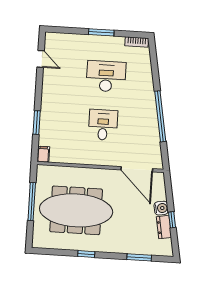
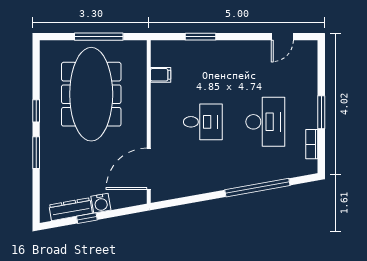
bookcase: (137, 42) -> (312, 144), moved
window: (160, 116) -> (257, 188), moved
filing cabinet: (43, 154) -> (161, 75), moved
dresser: (164, 227) -> (71, 209), width x1.44
window: (139, 257) -> (36, 153), moved

